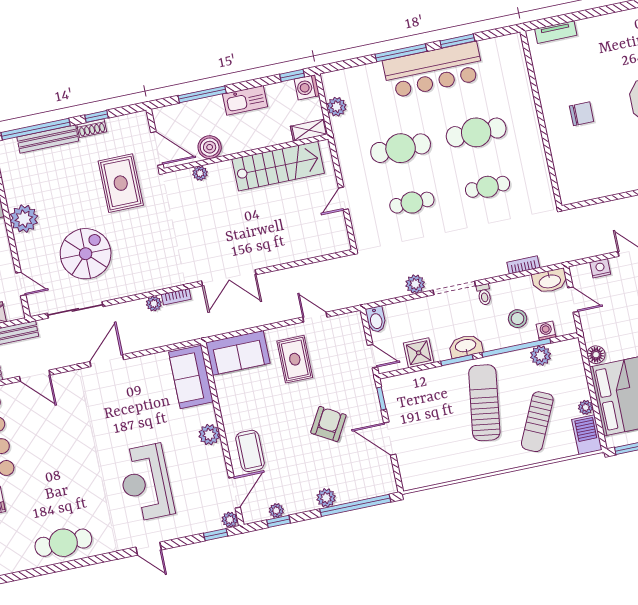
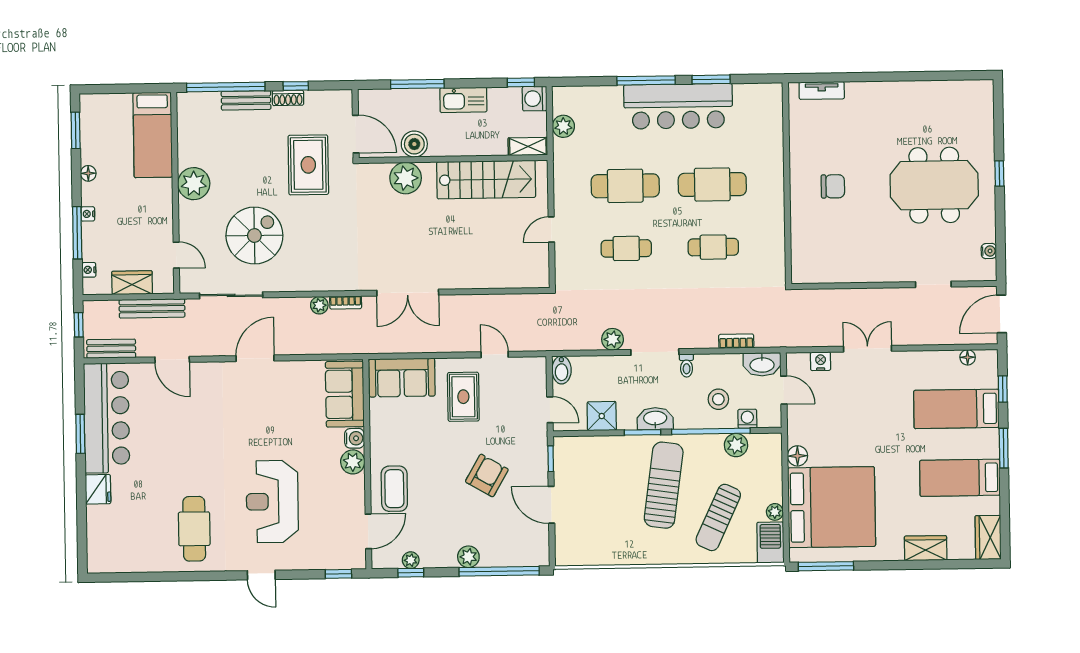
bench: (48, 139) -> (246, 100), width x0.73
plant: (200, 173) -> (406, 178), width x1.88, depth x1.88
water cooler: (207, 414) -> (354, 438), added
plant: (230, 520) -> (357, 560), removed
cafe table: (63, 543) -> (194, 529), moved, turned 90

